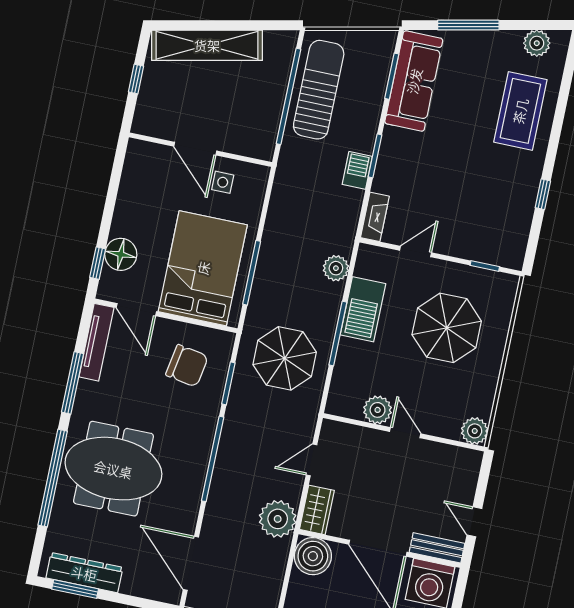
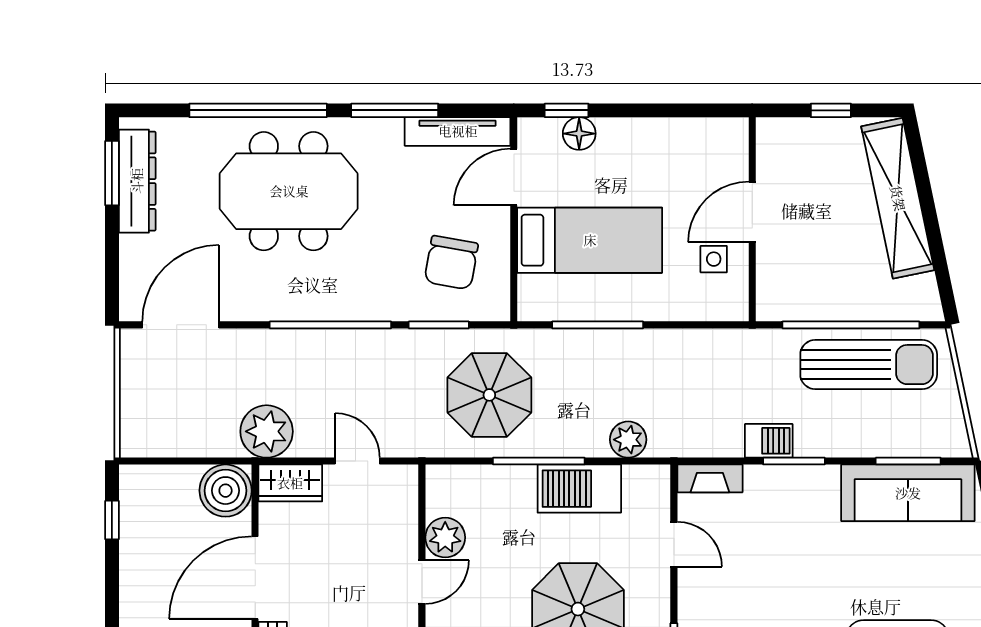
floor lamp: (121, 254) -> (579, 134), width x0.73, depth x0.73
bed: (203, 268) -> (590, 240), width x0.67
meeting table: (113, 469) -> (289, 191), turned 90

